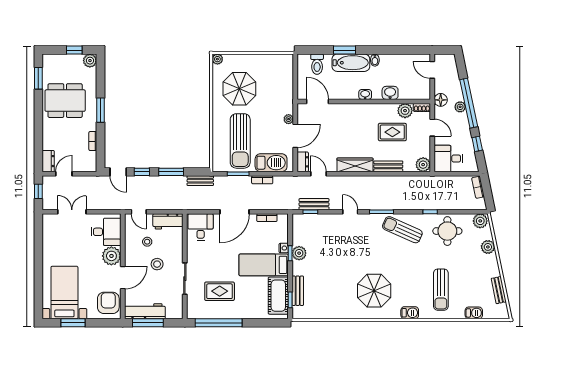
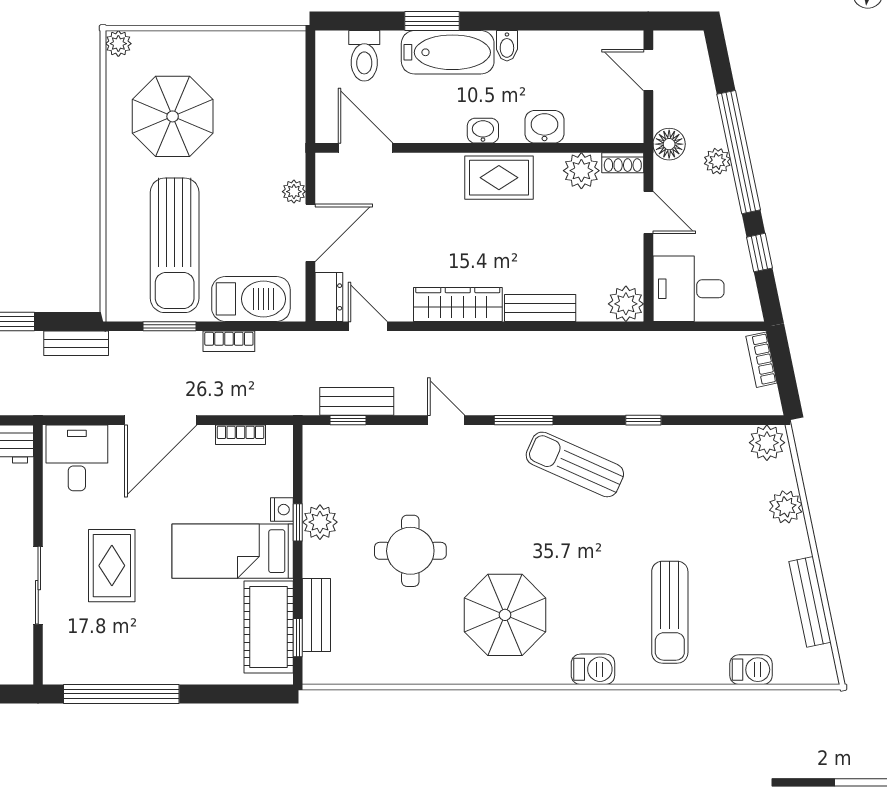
rug: (392, 132) -> (499, 178), moved
round table: (447, 231) -> (410, 551), moved
bench: (499, 290) -> (810, 602), width x1.36
rug: (220, 291) -> (112, 566), moved, turned 90

